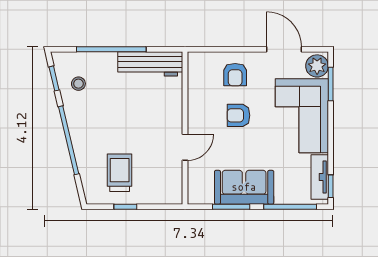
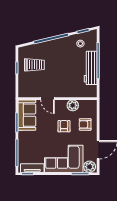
workbench: (150, 64) -> (91, 68), moved
plant: (198, 98) -> (73, 105), added
sofa: (244, 187) -> (27, 115), moved

